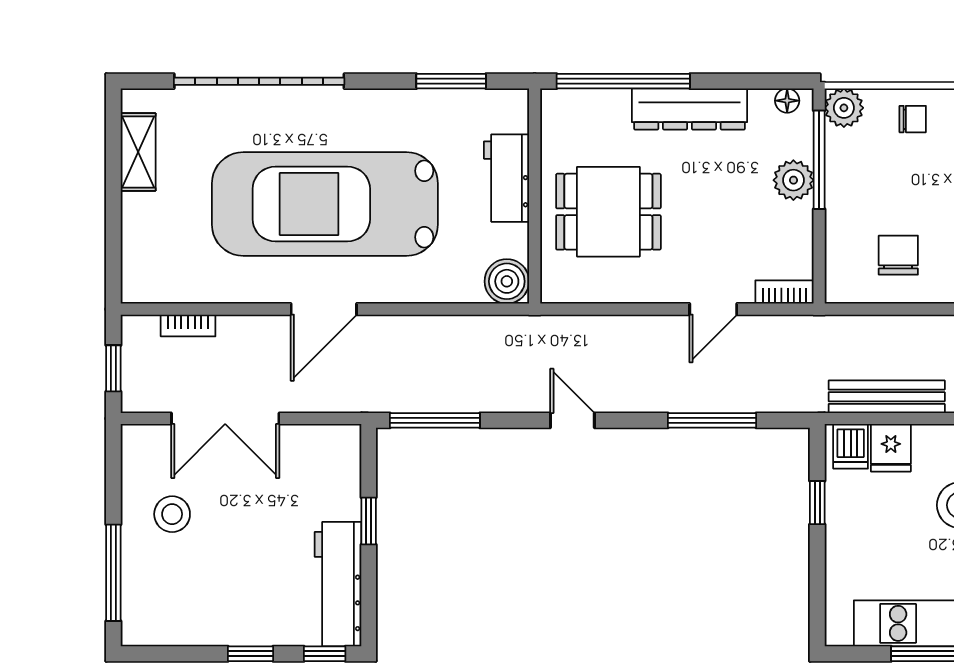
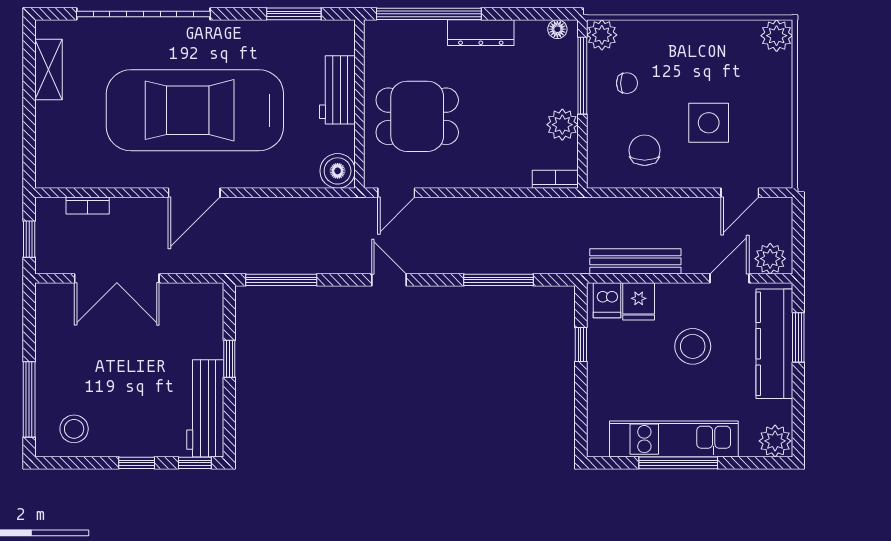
dresser: (690, 109) -> (481, 33), width x0.73, depth x0.80
chair: (913, 119) -> (627, 83), moved
plant: (793, 180) -> (562, 125), moved
door: (713, 309) -> (396, 193), moved
stool: (172, 514) -> (74, 429), moved

